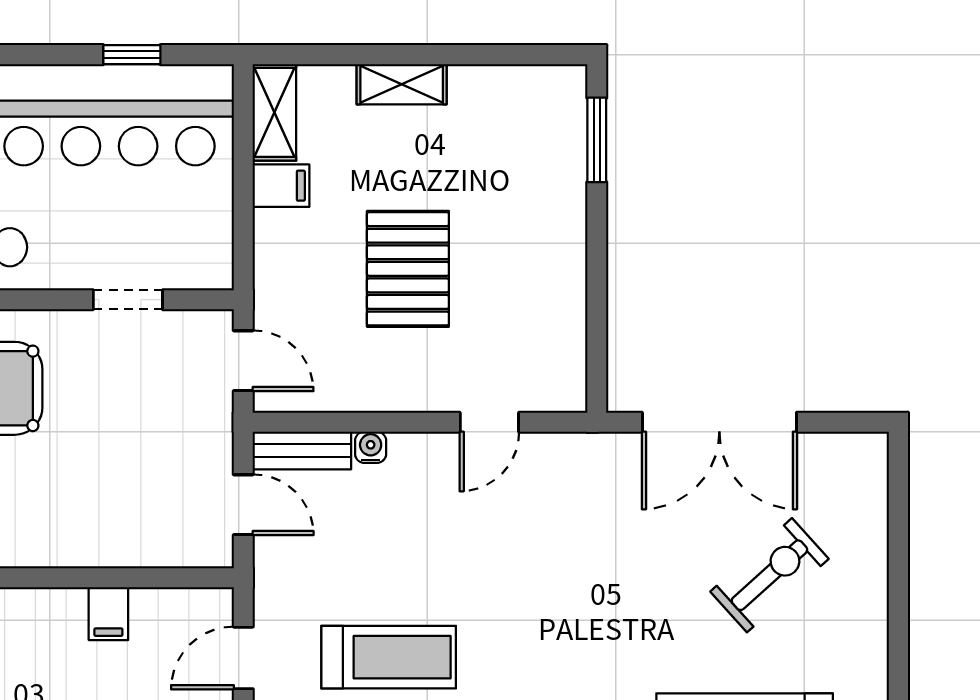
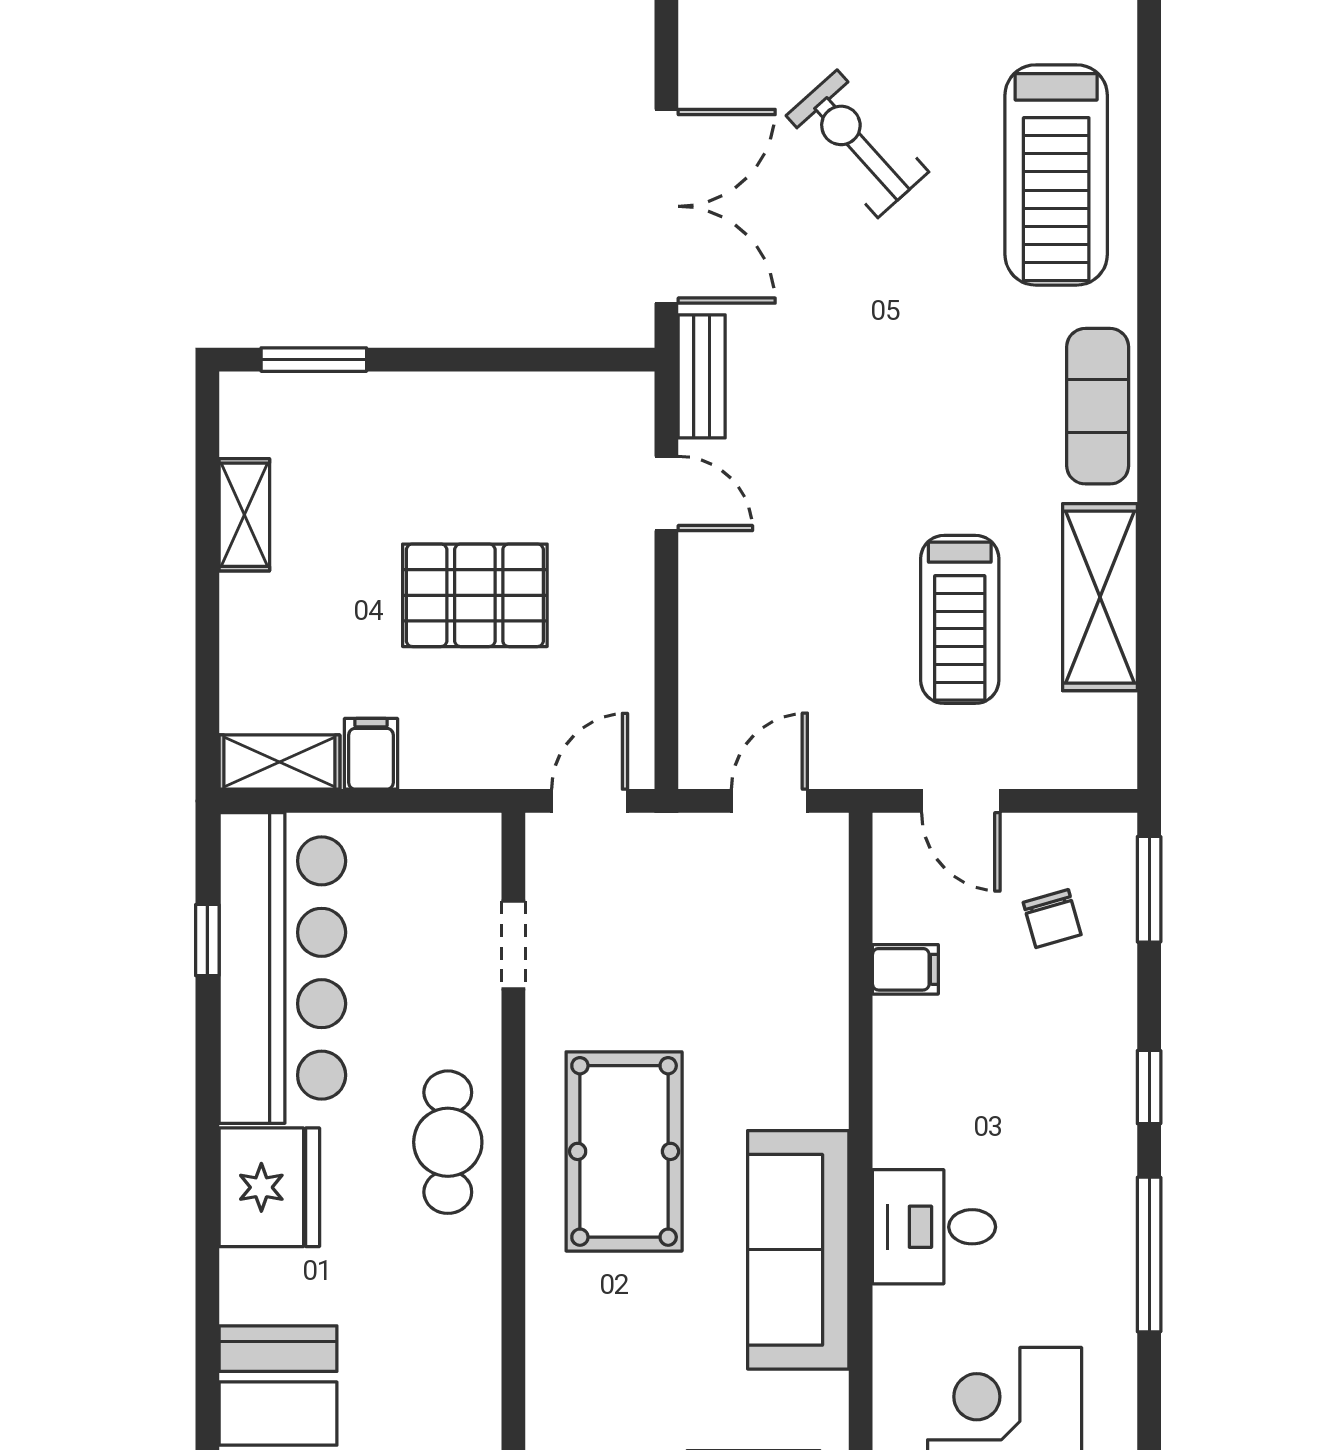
shelving: (402, 84) -> (244, 515), moved
water cooler: (371, 447) -> (698, 642), removed
bench: (302, 450) -> (702, 376), moved
treadmill: (389, 657) -> (960, 619), turned 180

